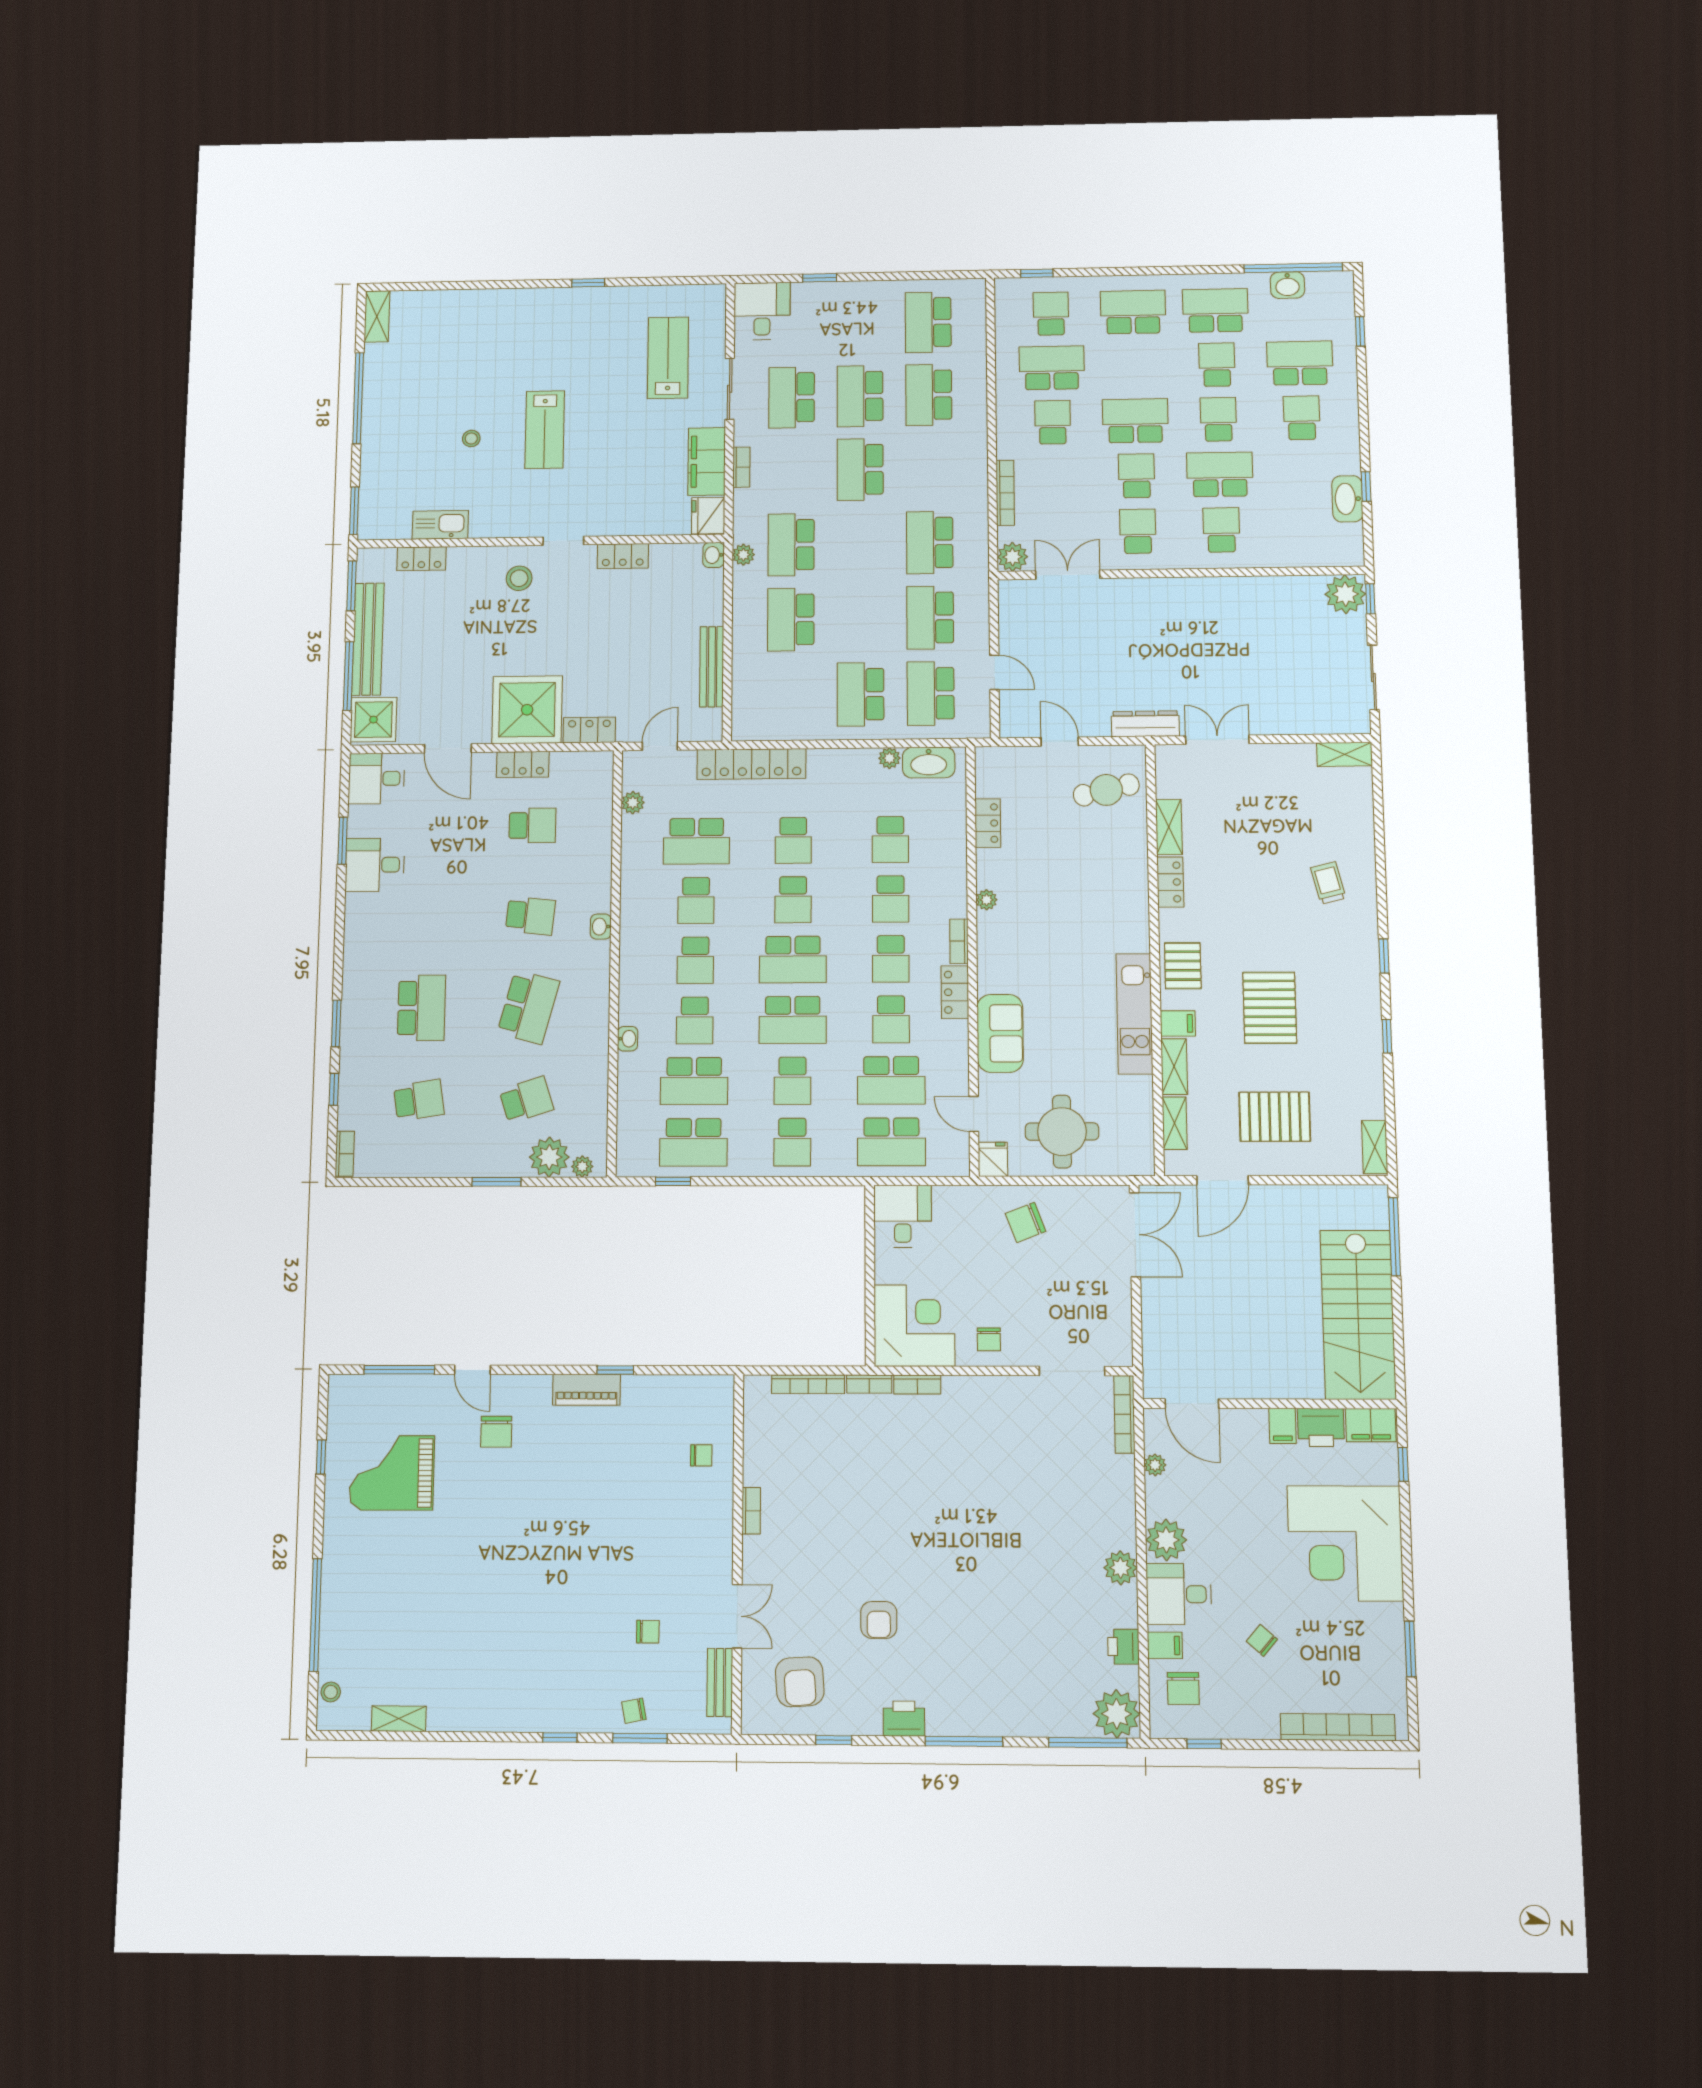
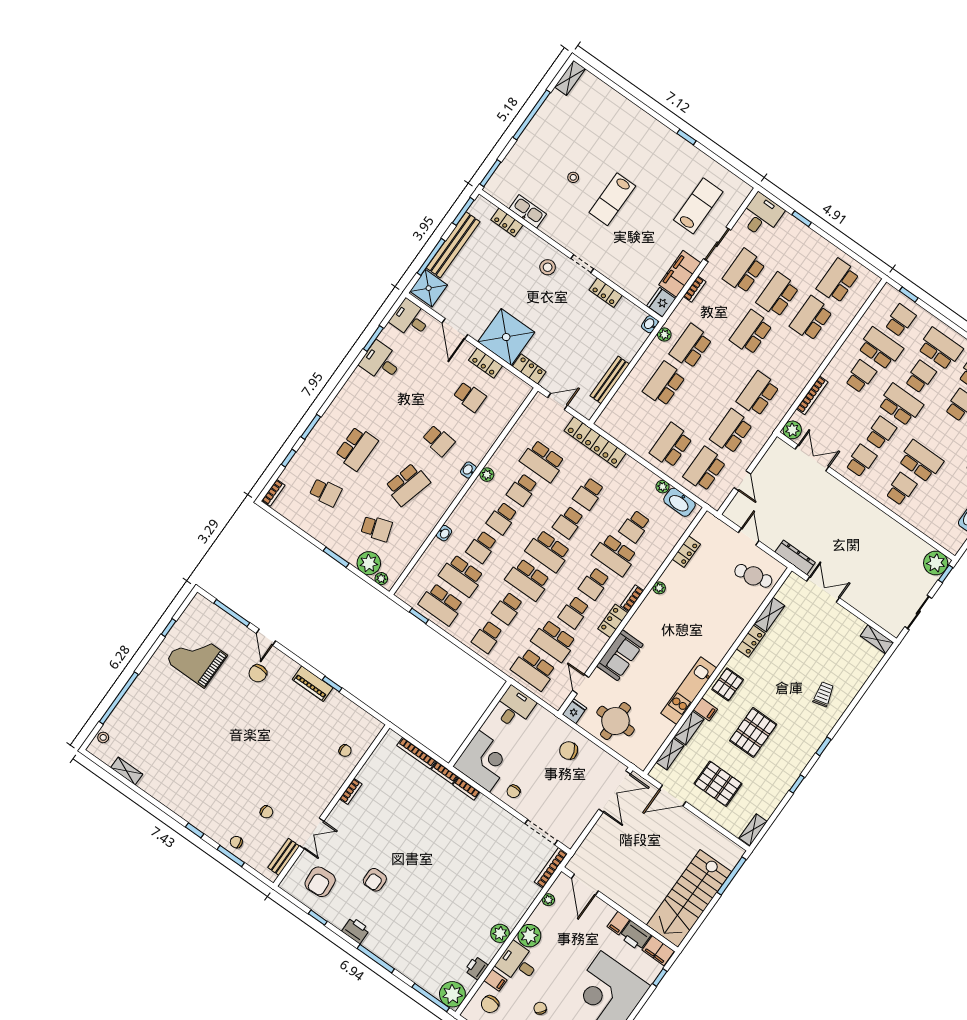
school desk: (1218, 419) -> (920, 377), moved
plant: (633, 803) -> (487, 475), moved
school desk: (891, 899) -> (614, 555), width x1.85

